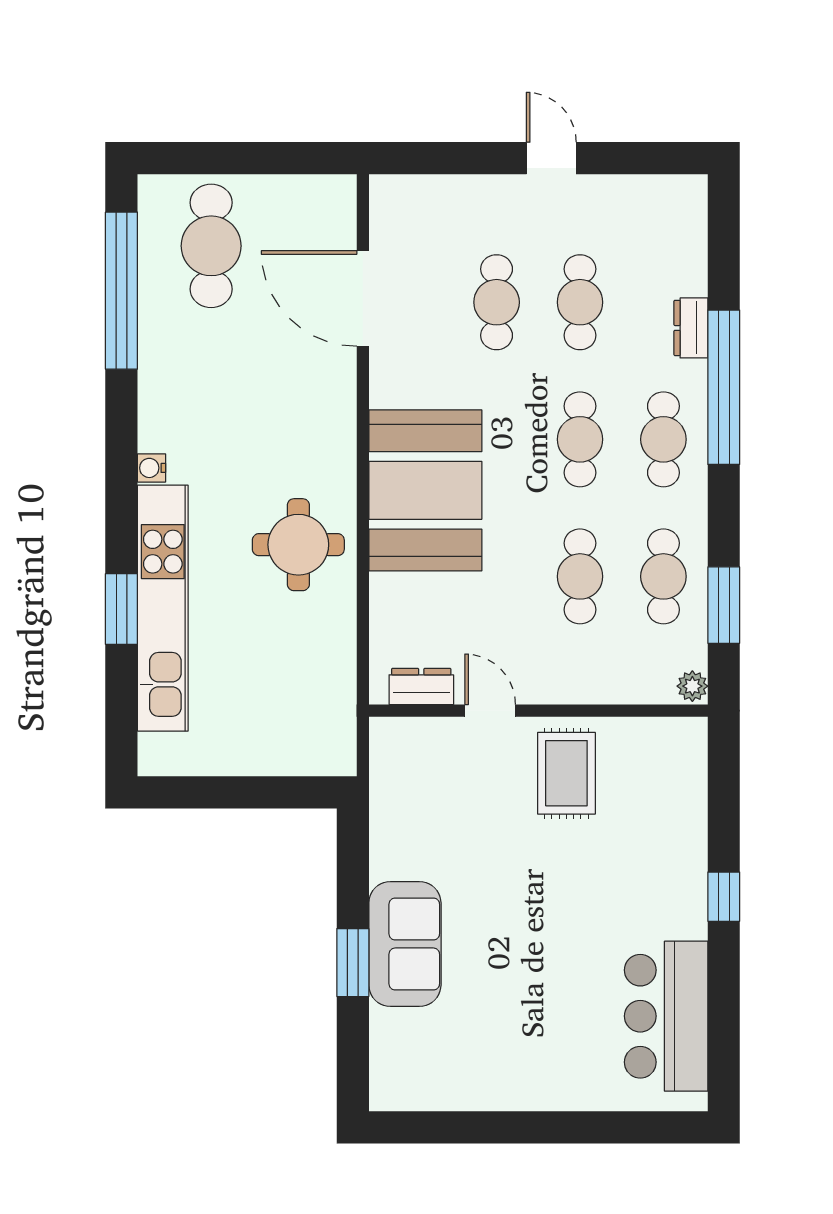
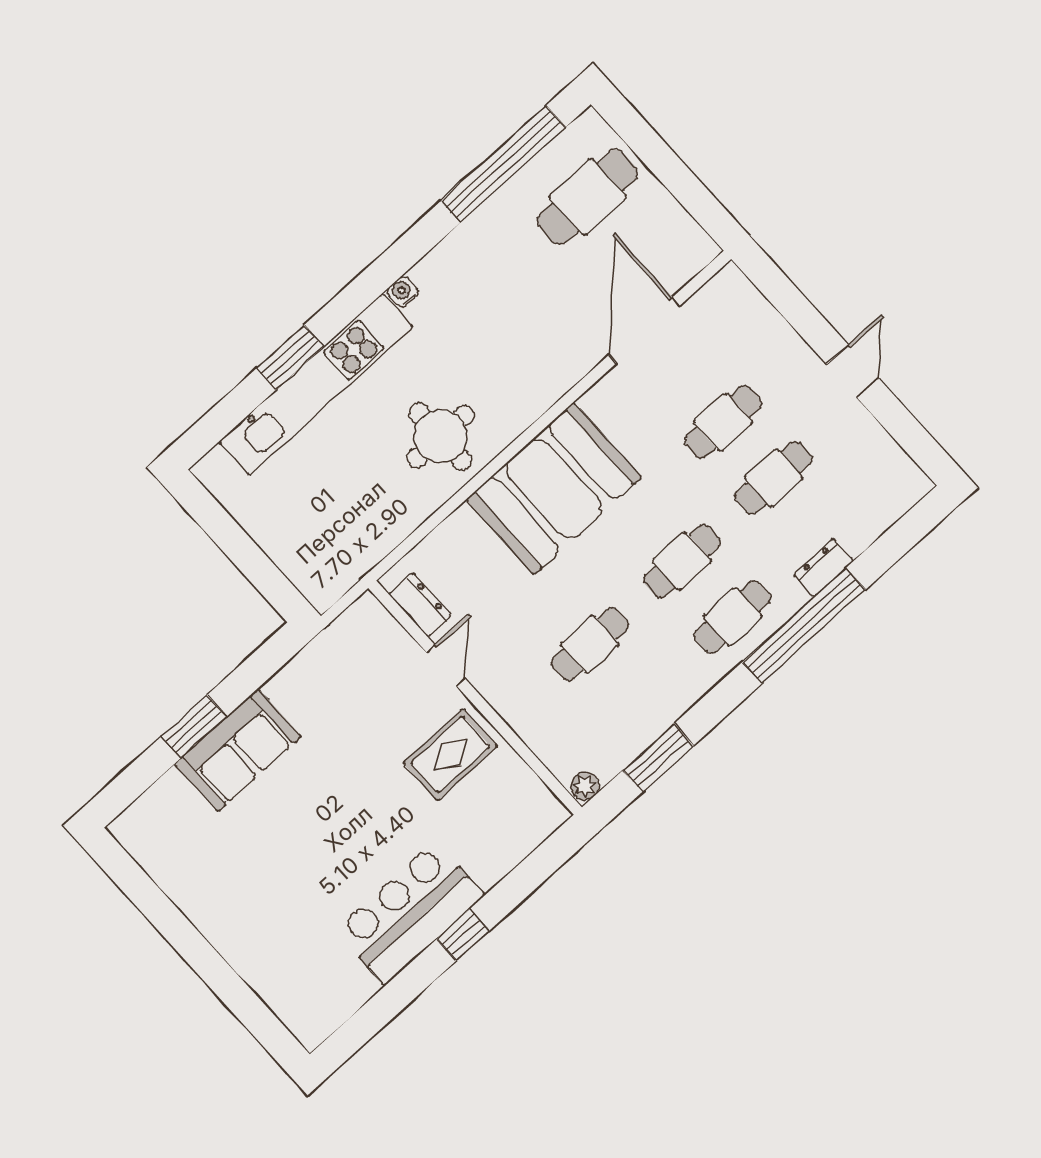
cafe table: (663, 576) -> (641, 700), removed
bar counter: (666, 1016) -> (410, 913), moved

